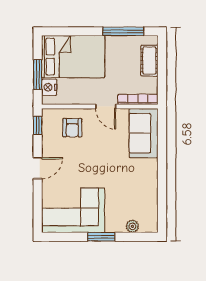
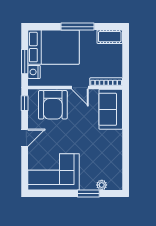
window: (123, 31) -> (77, 27), moved
cot: (149, 61) -> (110, 37), moved, turned 90
armchair: (72, 128) -> (53, 105), width x1.88, depth x1.88
window: (101, 237) -> (88, 193), moved

